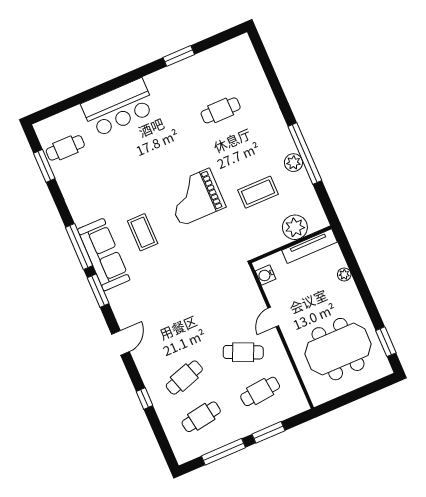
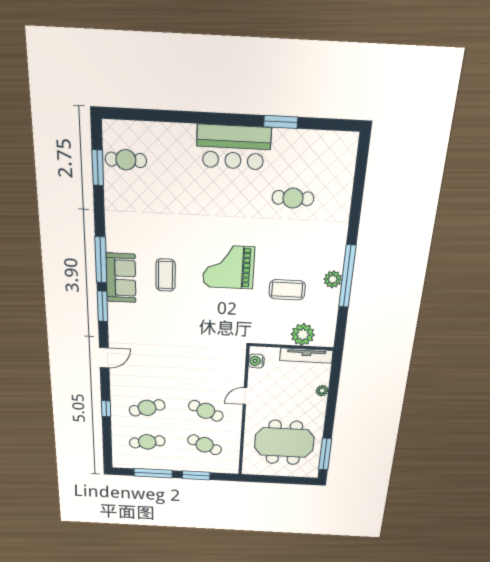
bar counter: (118, 108) -> (234, 147), moved
sofa: (104, 255) -> (121, 278), width x0.73
window: (386, 342) -> (325, 454), width x1.44
cafe table: (260, 391) -> (205, 445), turned 30

